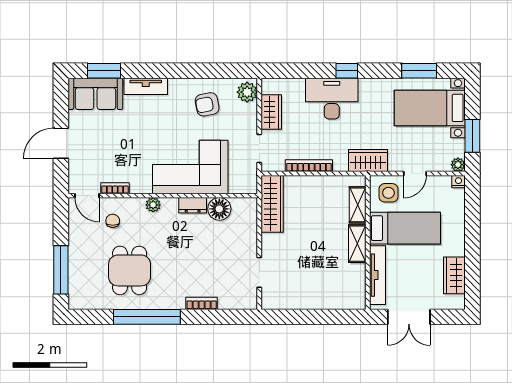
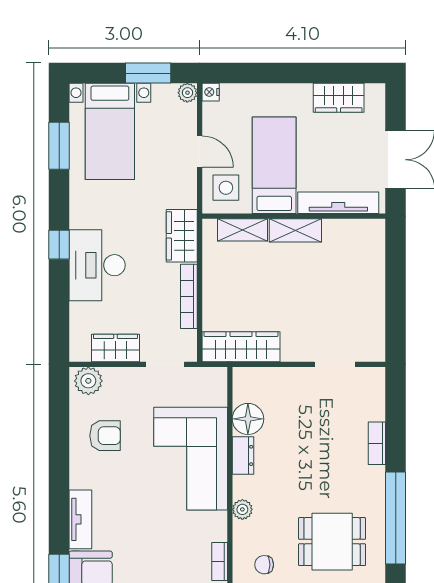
armchair: (207, 104) -> (105, 436), turned -79
wardrobe: (368, 161) -> (182, 236), moved

